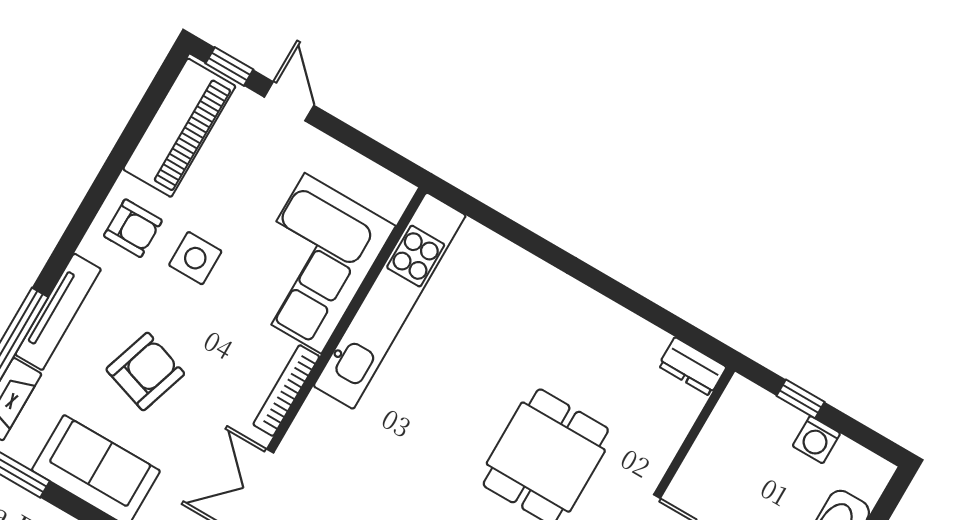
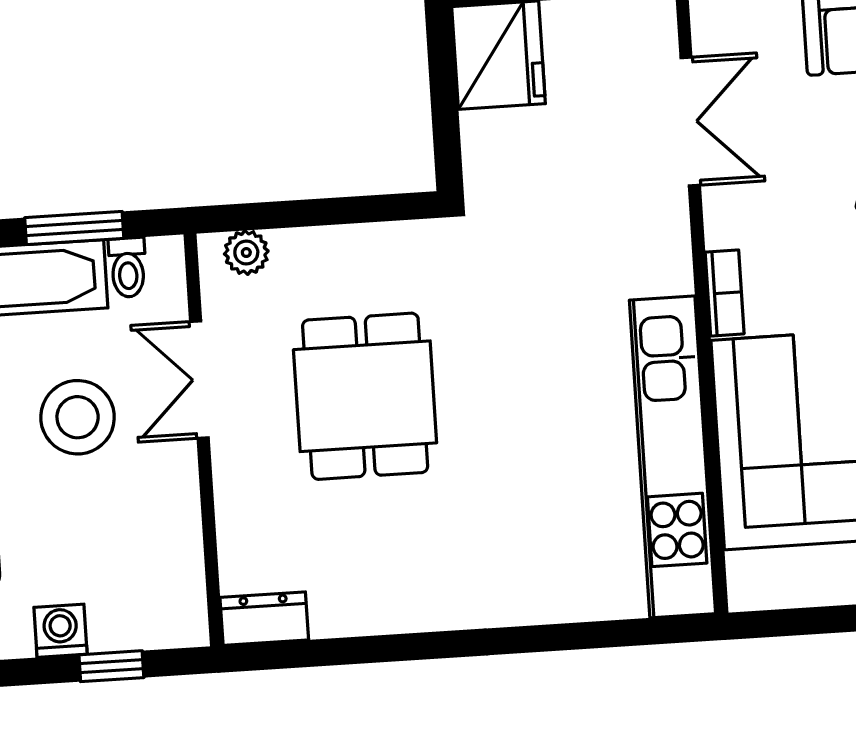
bookcase: (286, 391) -> (725, 293), width x0.64

